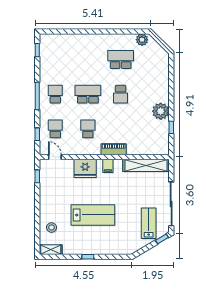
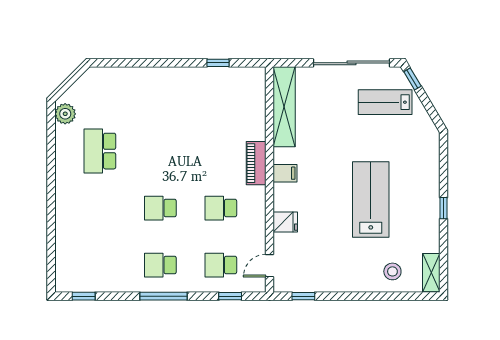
school desk: (88, 94) -> (160, 208), width x0.54
school desk: (121, 94) -> (160, 151), removed
plant: (161, 111) -> (190, 81), removed
fridge: (85, 168) -> (285, 222), width x0.53, depth x0.75

